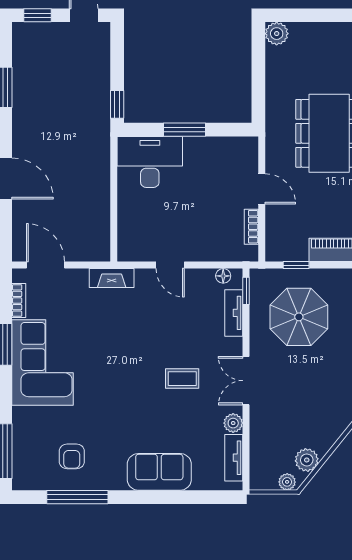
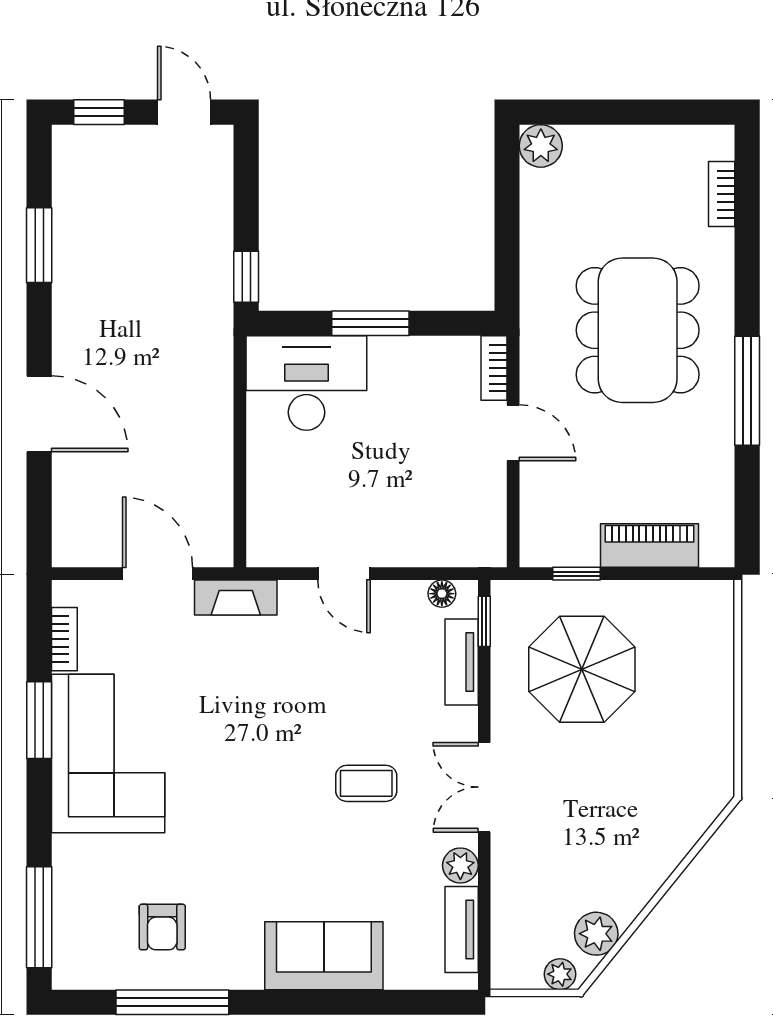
bookcase: (251, 227) -> (494, 368), moved
door: (45, 265) -> (158, 574), moved

